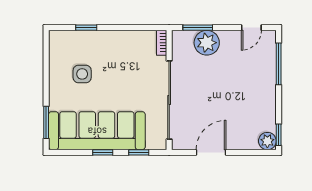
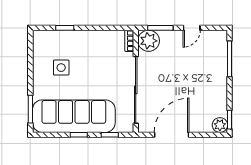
door: (251, 28) -> (192, 28), moved
plant: (207, 43) -> (149, 41), moved
door: (211, 152) -> (172, 135), width x1.36

